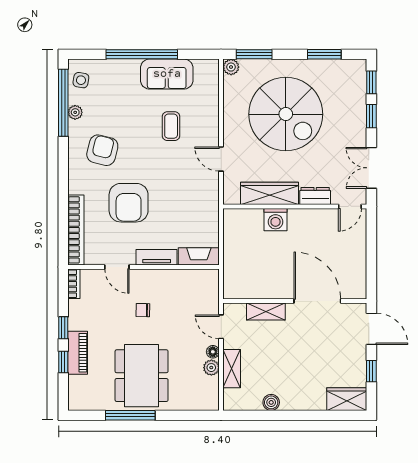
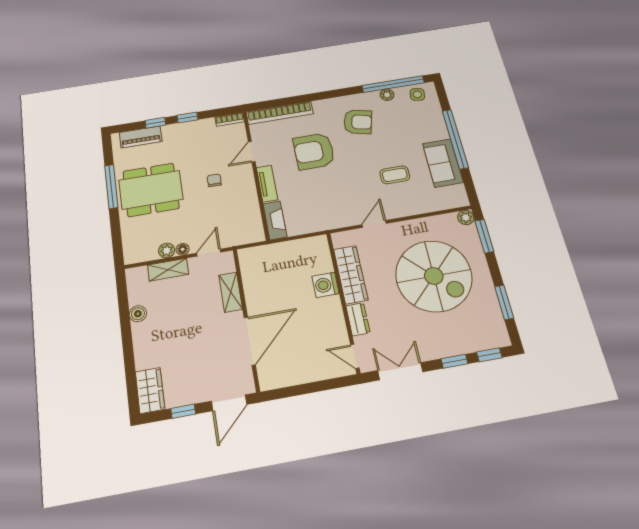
spiral stairs: (286, 114) -> (434, 276), turned -90
piano: (78, 353) -> (141, 137), moved

